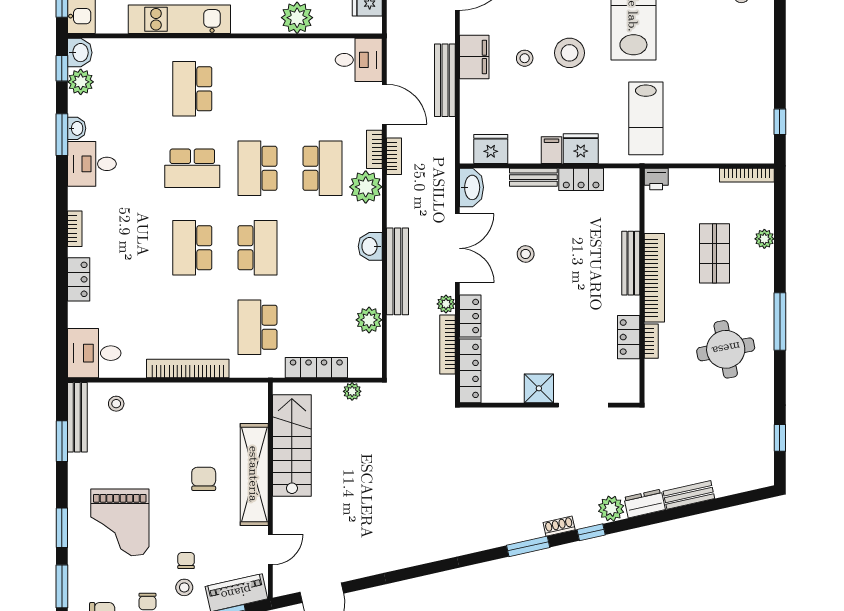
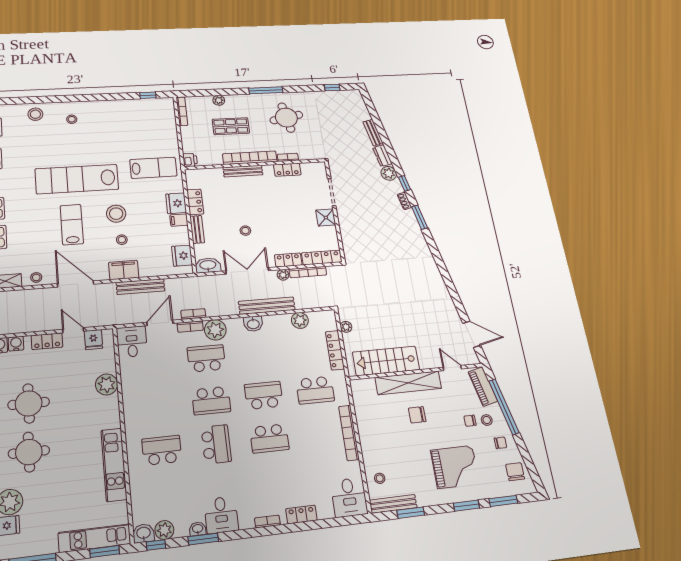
school desk: (192, 89) -> (162, 450), turned 180

